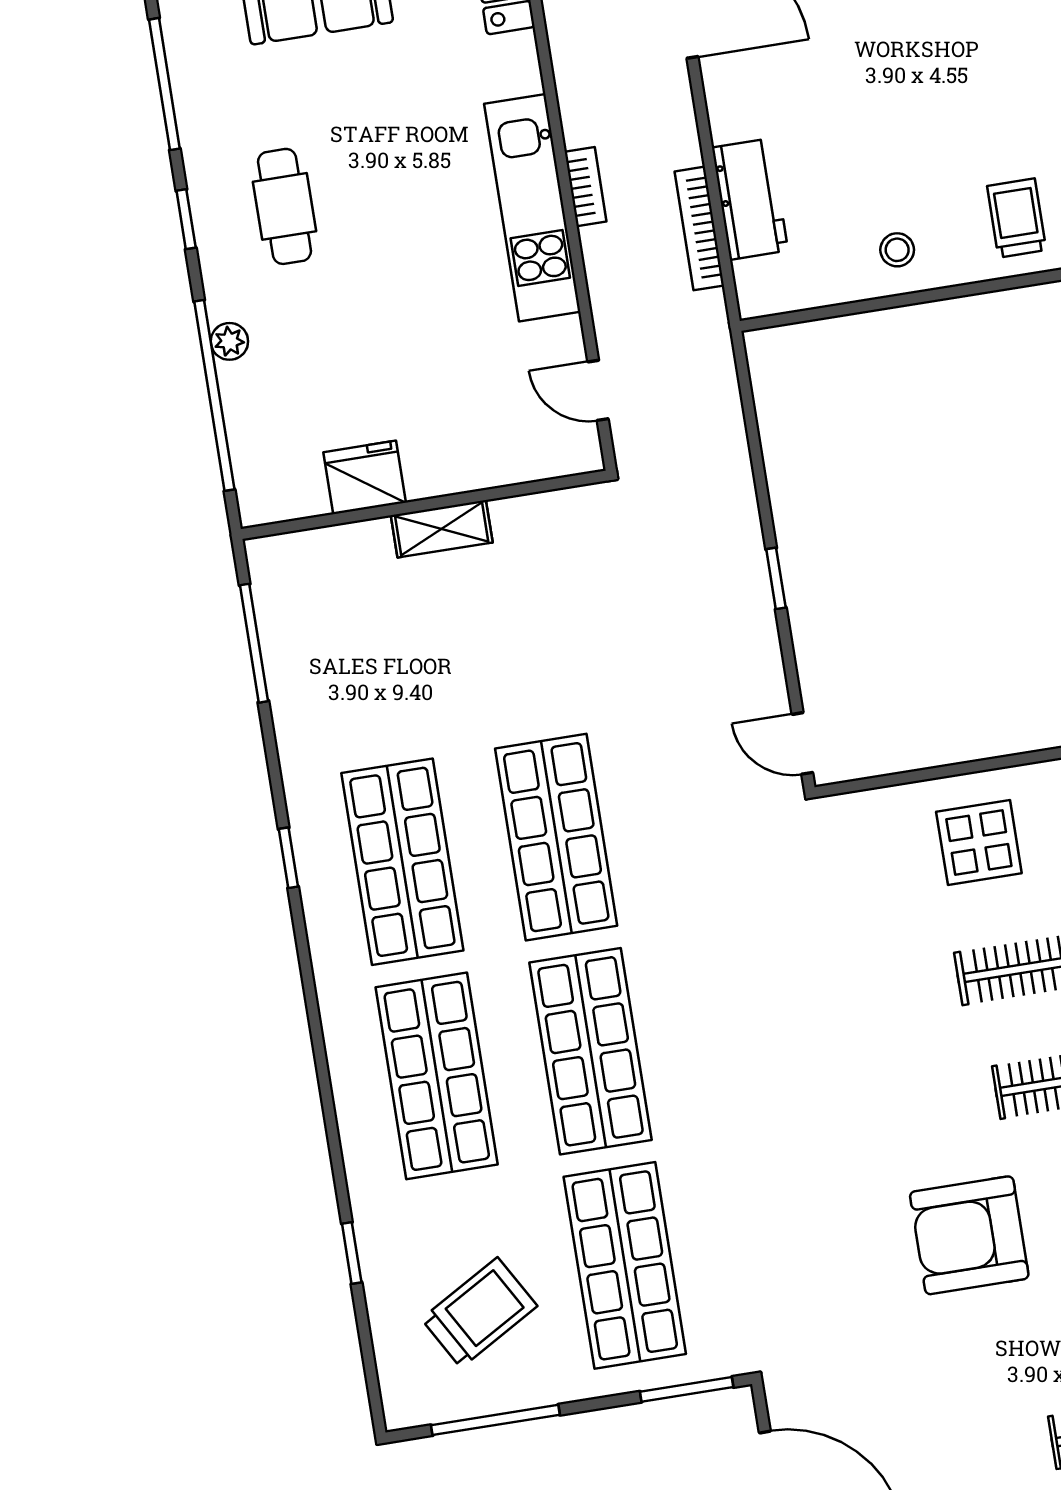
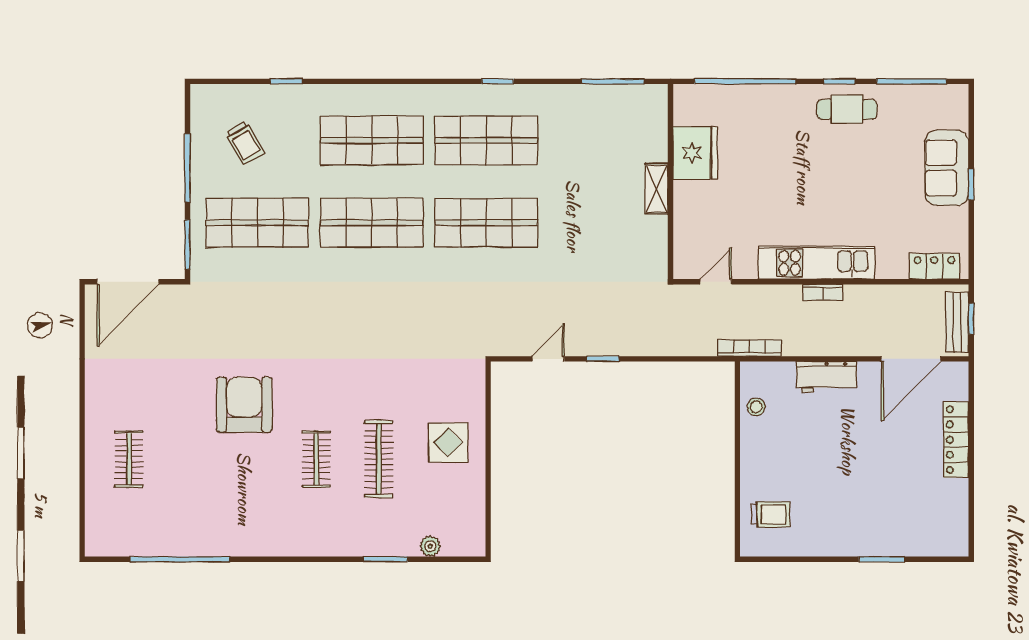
workbench: (750, 199) -> (827, 377), moved
cafe table: (285, 206) -> (847, 109), moved
bookcase: (699, 228) -> (749, 348), moved
stool: (897, 250) -> (756, 407), moved
plant: (229, 341) -> (772, 94), removed
fridge: (365, 477) -> (695, 153), width x1.36, depth x1.34
door: (802, 743) -> (548, 359), moved
trolley: (479, 1313) -> (245, 143), width x0.73, depth x0.72
window: (495, 1420) -> (187, 168), moved

